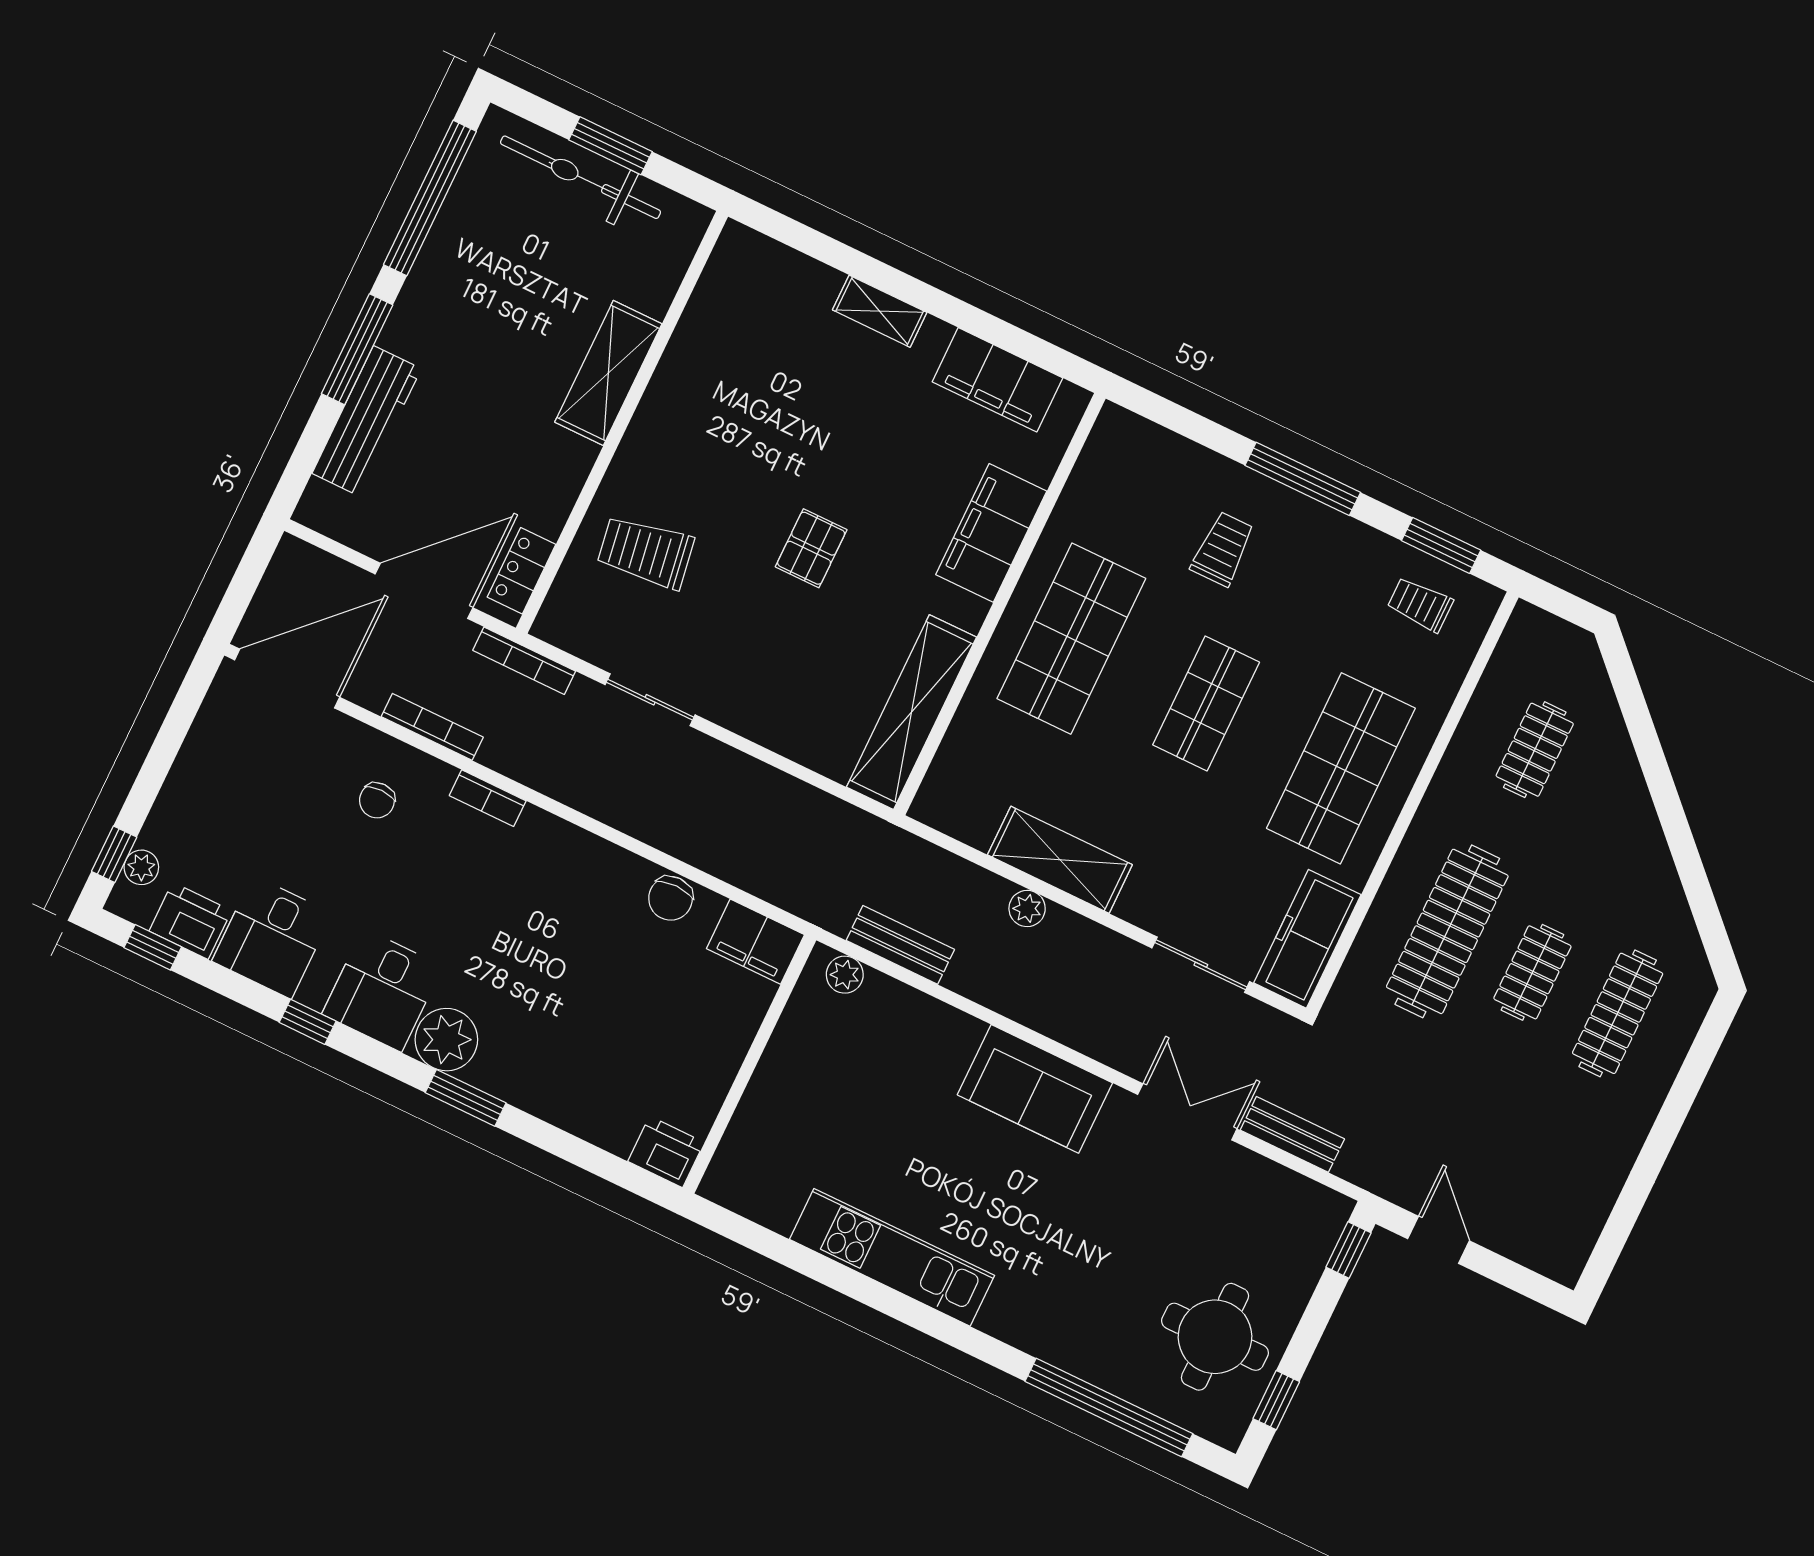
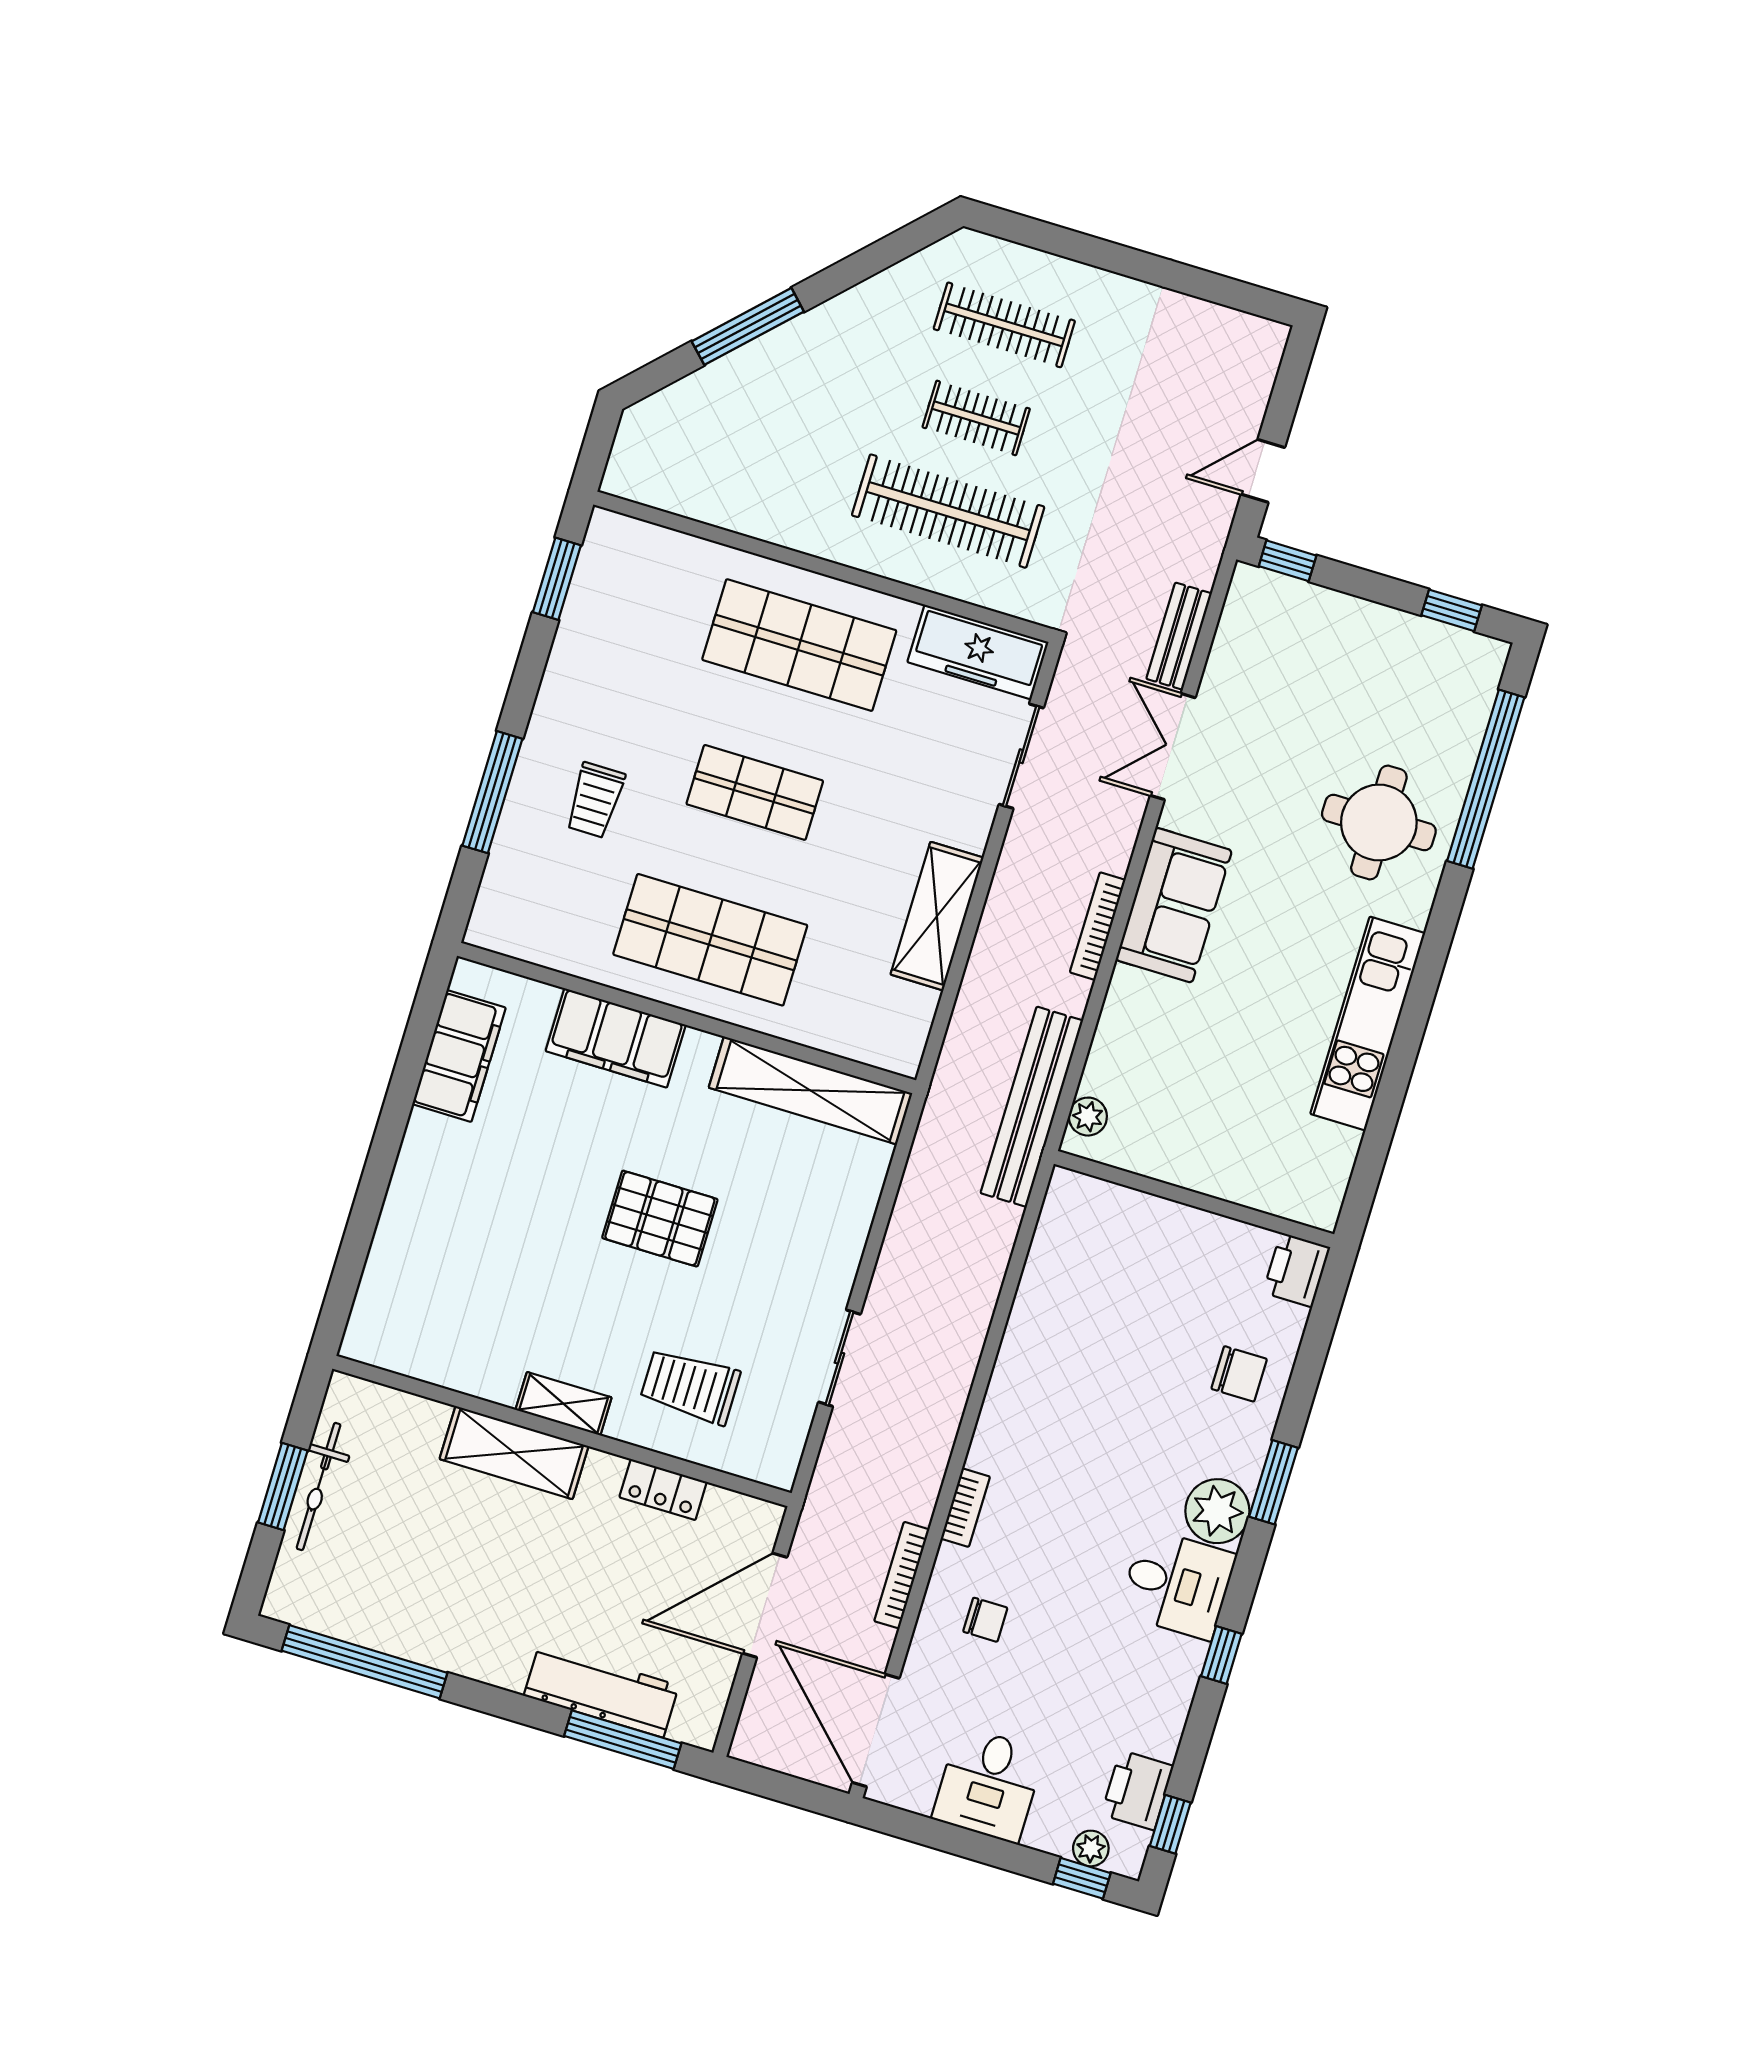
bicycle: (580, 177) -> (319, 1486), width x0.73, depth x0.71
shelving: (880, 311) -> (564, 1404), moved, turned 90
window: (357, 349) -> (623, 1740), moved
window: (1303, 479) -> (492, 792), moved
pallet: (811, 548) -> (660, 1219), width x1.50, depth x1.42
trolley: (1223, 549) -> (595, 800), turned -90
trolley: (646, 552) -> (690, 1386), turned 99
locker: (521, 571) -> (663, 1489), moved
door: (424, 591) -> (765, 1605), hinge flipped
trolley: (1420, 604) -> (620, 591), removed
bookcase: (524, 661) -> (1098, 926), moved, turned 180
clothes rail: (1535, 750) -> (749, 451), removed
window: (1655, 767) -> (748, 326), added
chair: (671, 898) -> (1239, 1374), moved
plant: (1027, 908) -> (992, 942), removed
desk: (272, 937) -> (988, 1785), moved, turned 90
filing cabinet: (755, 942) -> (1069, 1213), removed
bench: (900, 945) -> (1032, 1107), width x1.86, depth x1.21
round table: (1215, 1337) -> (1379, 822), moved

